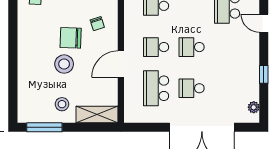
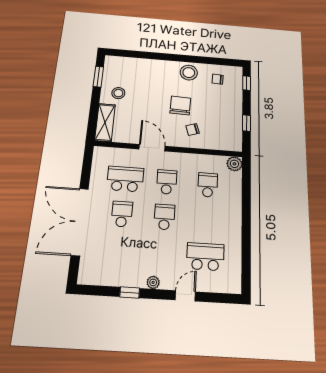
stool: (64, 64) -> (189, 73), moved
plant: (254, 107) -> (153, 282), moved
window: (44, 127) -> (98, 77), width x0.69

